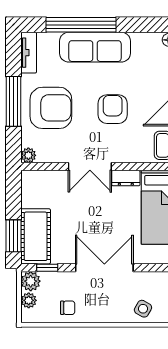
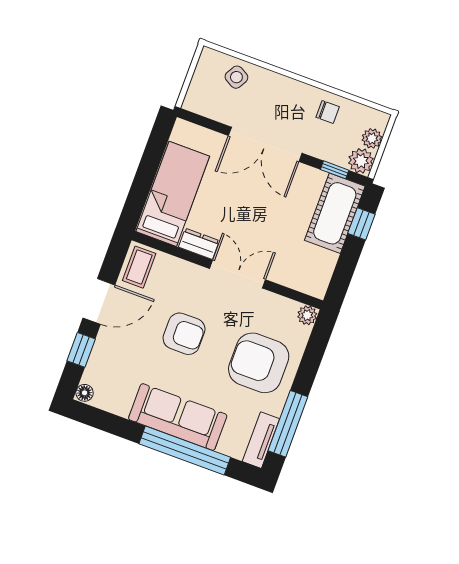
window: (13, 101) -> (288, 424), moved
armchair: (113, 109) -> (184, 334), turned -90
window: (13, 236) -> (361, 224), width x0.67
chair: (68, 308) -> (328, 112), turned 180

